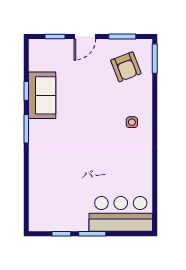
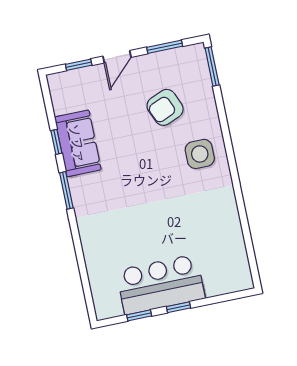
armchair: (126, 67) -> (165, 107), moved, turned 88
side table: (132, 122) -> (200, 154), width x1.87, depth x1.87
bar counter: (121, 214) -> (161, 285), moved
window: (92, 234) -> (179, 307), width x0.67

